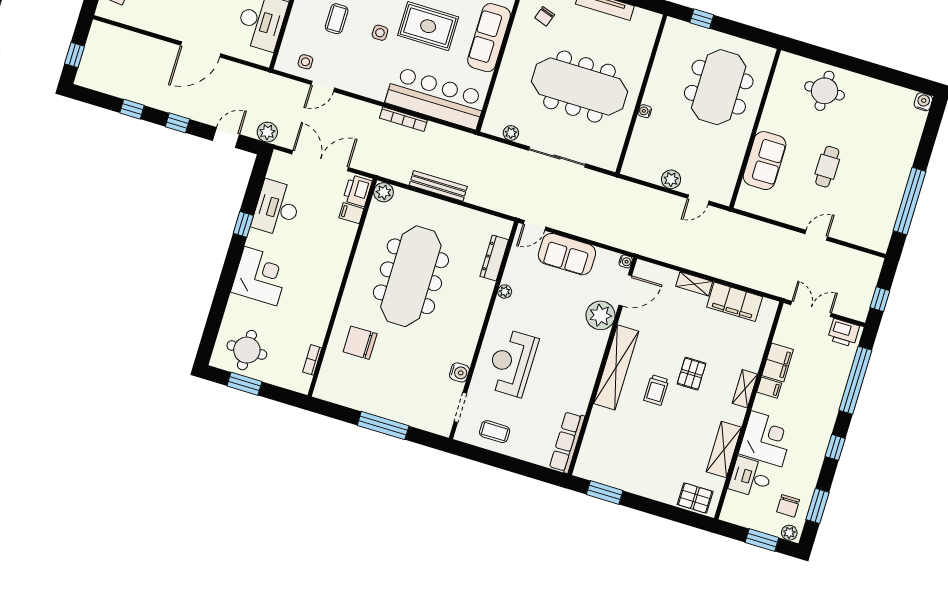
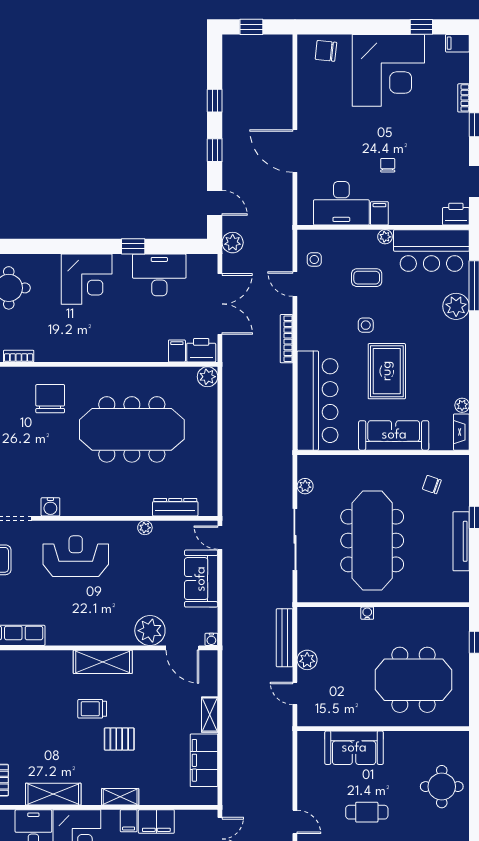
bookcase: (403, 119) -> (287, 339), moved
bench: (438, 186) -> (285, 638), moved
shelving: (616, 367) -> (103, 662), width x0.68

